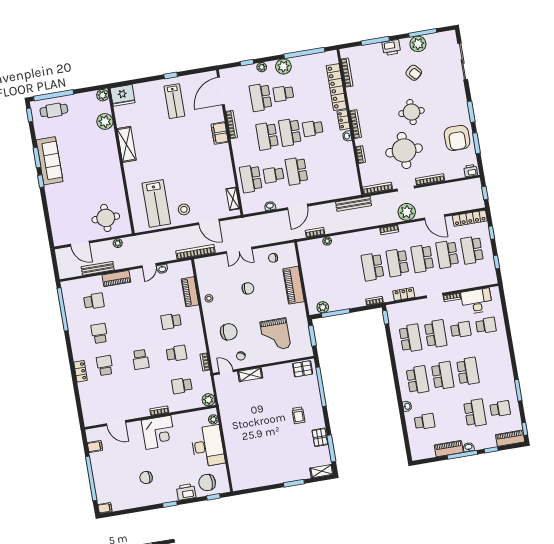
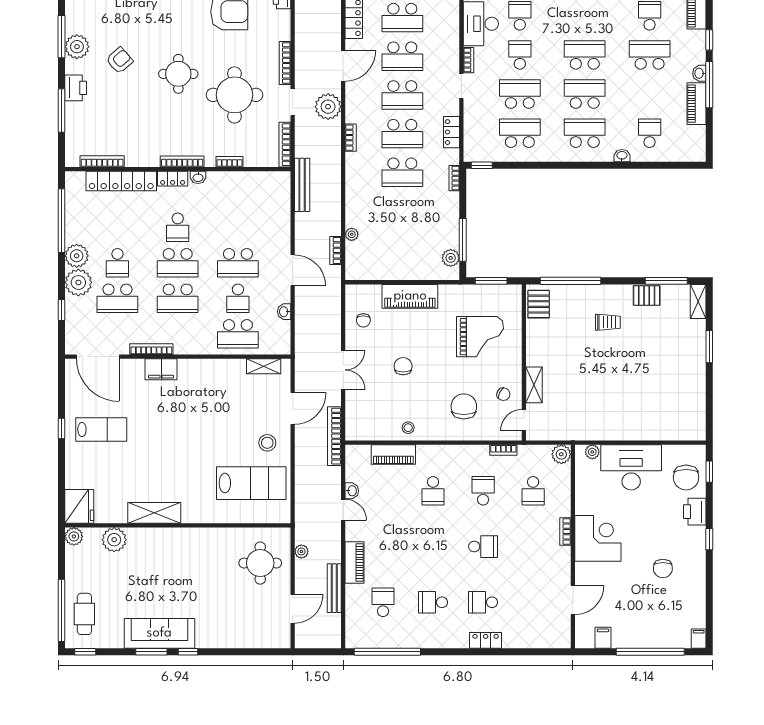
plant: (262, 67) -> (78, 282), width x1.88, depth x1.88

